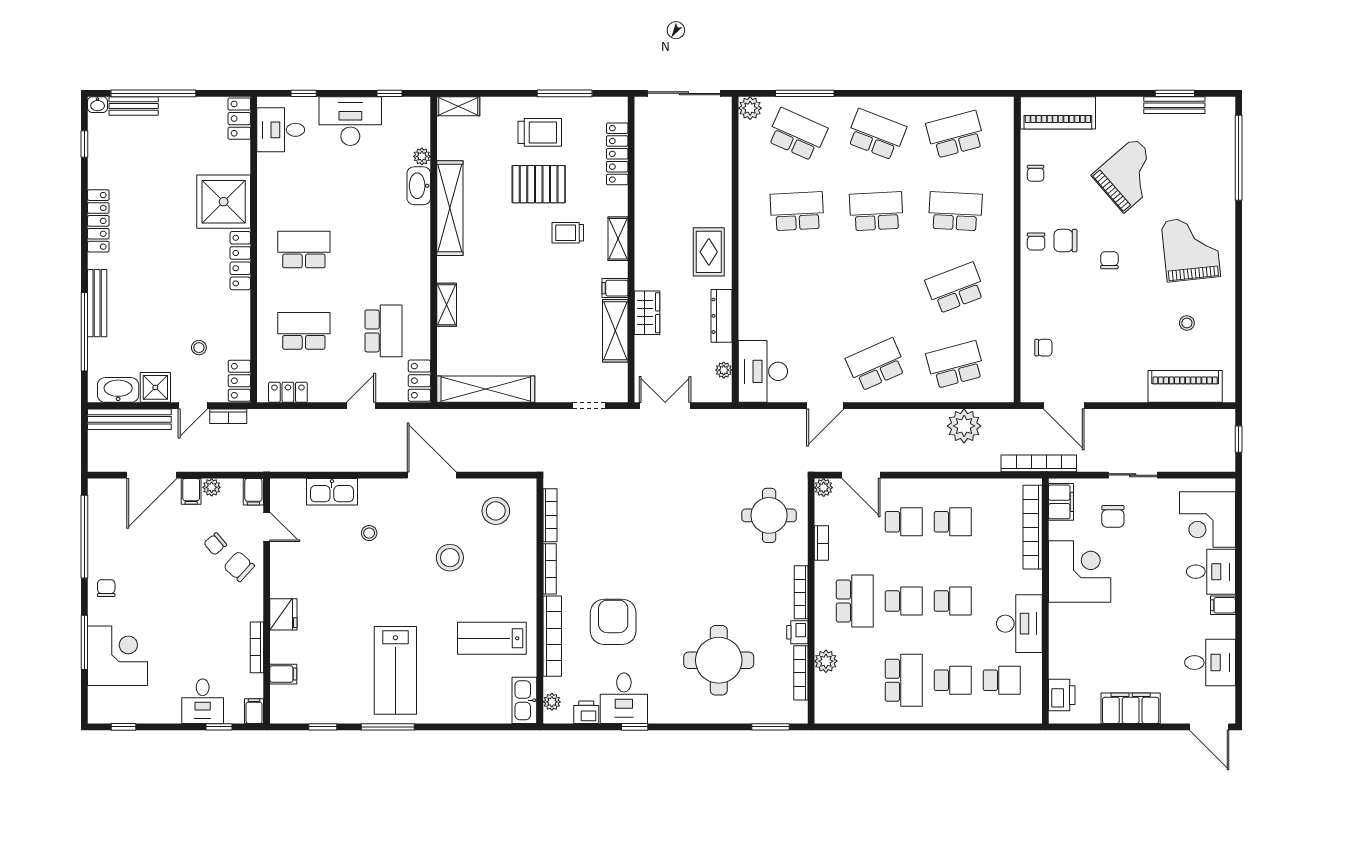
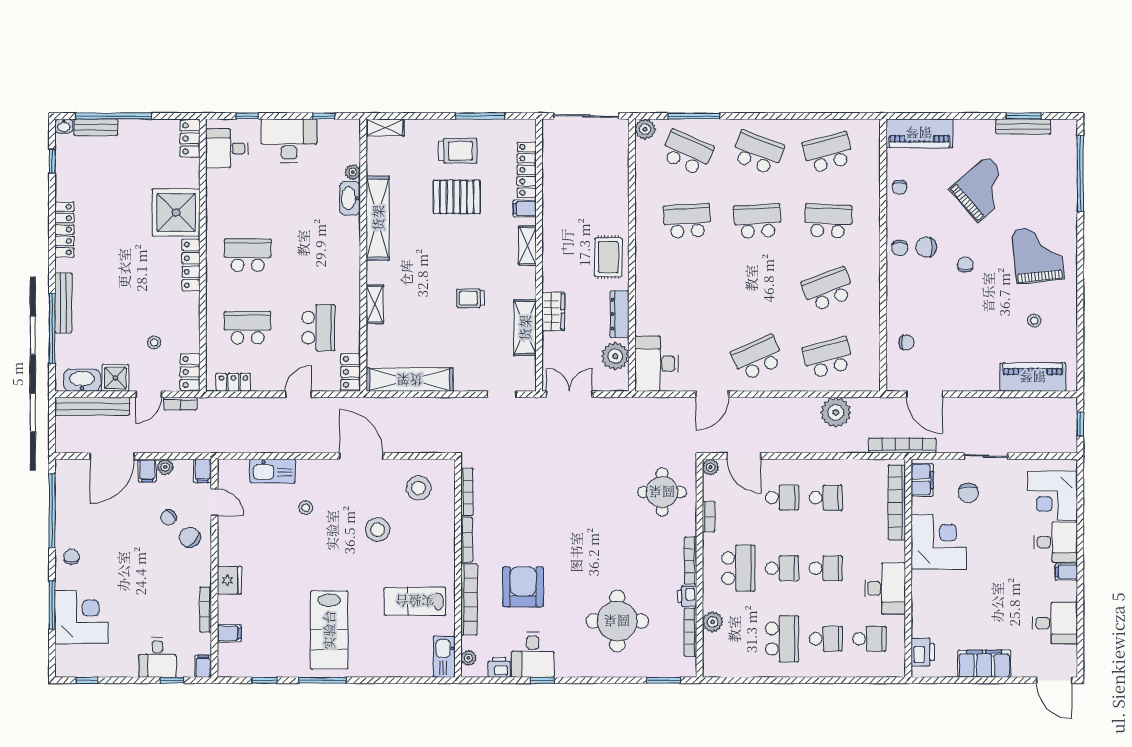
trolley: (568, 233) -> (470, 298), moved
filing cabinet: (615, 288) -> (525, 209), moved
plant: (724, 370) -> (615, 356), width x1.88, depth x1.88

